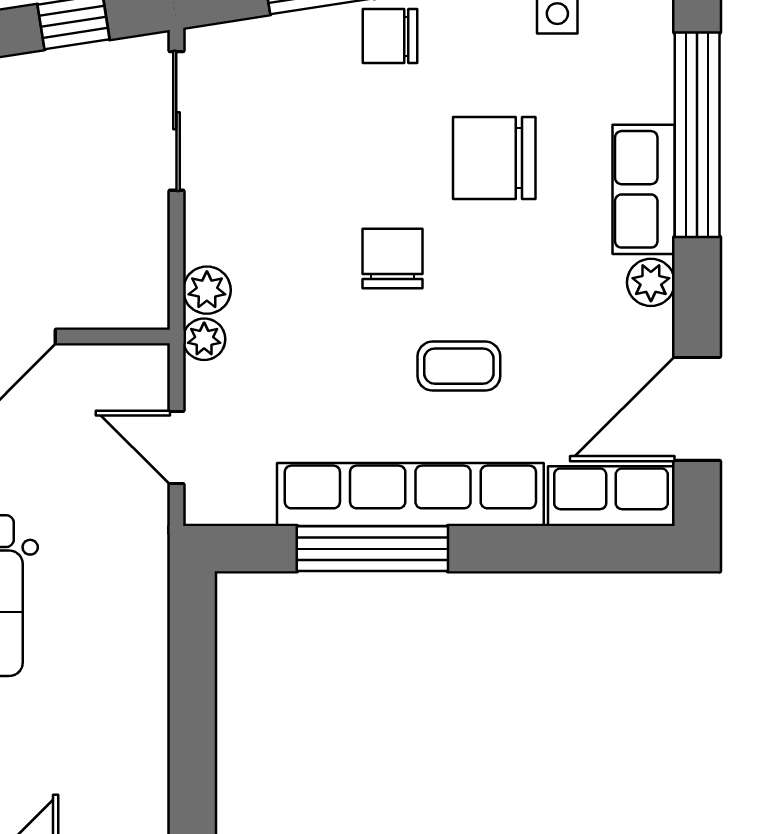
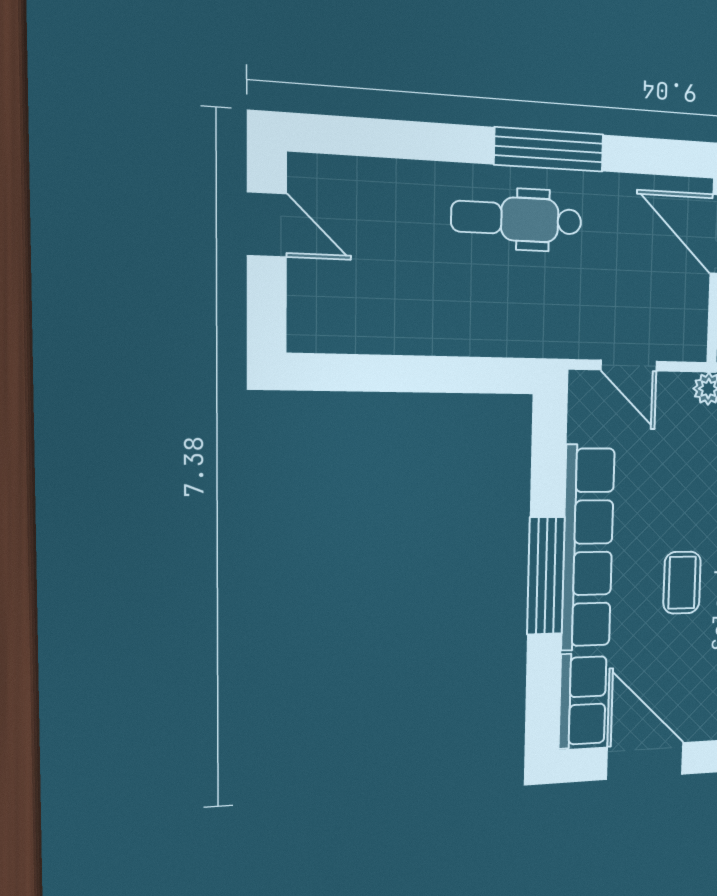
door: (176, 447) -> (629, 366), swing flipped
window: (372, 549) -> (546, 576), moved

